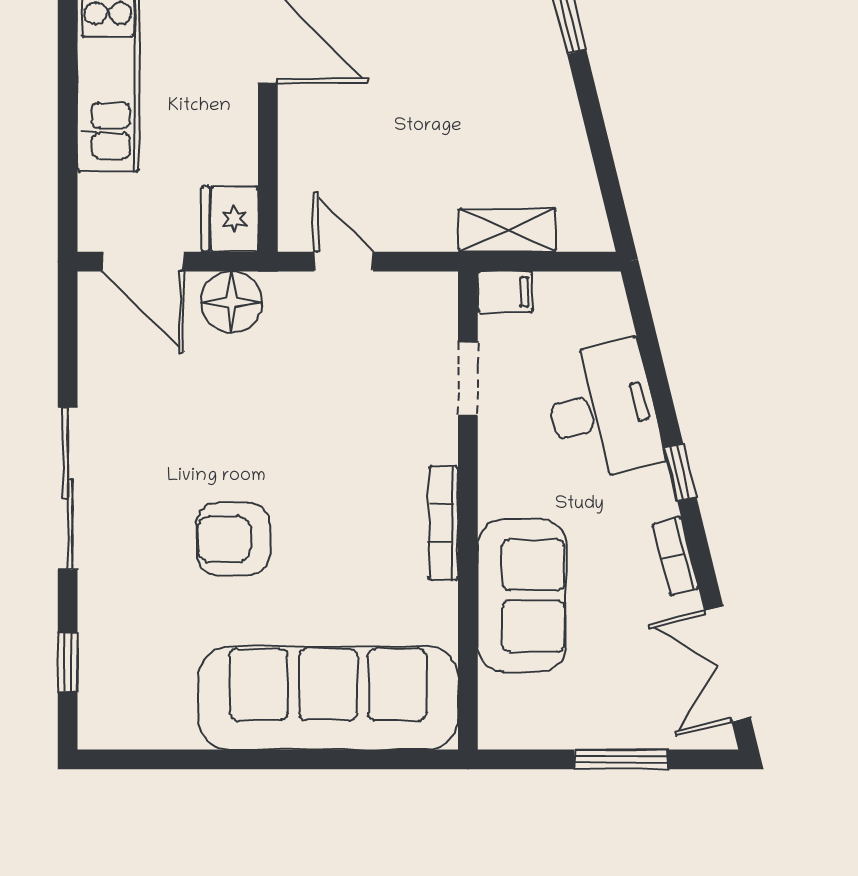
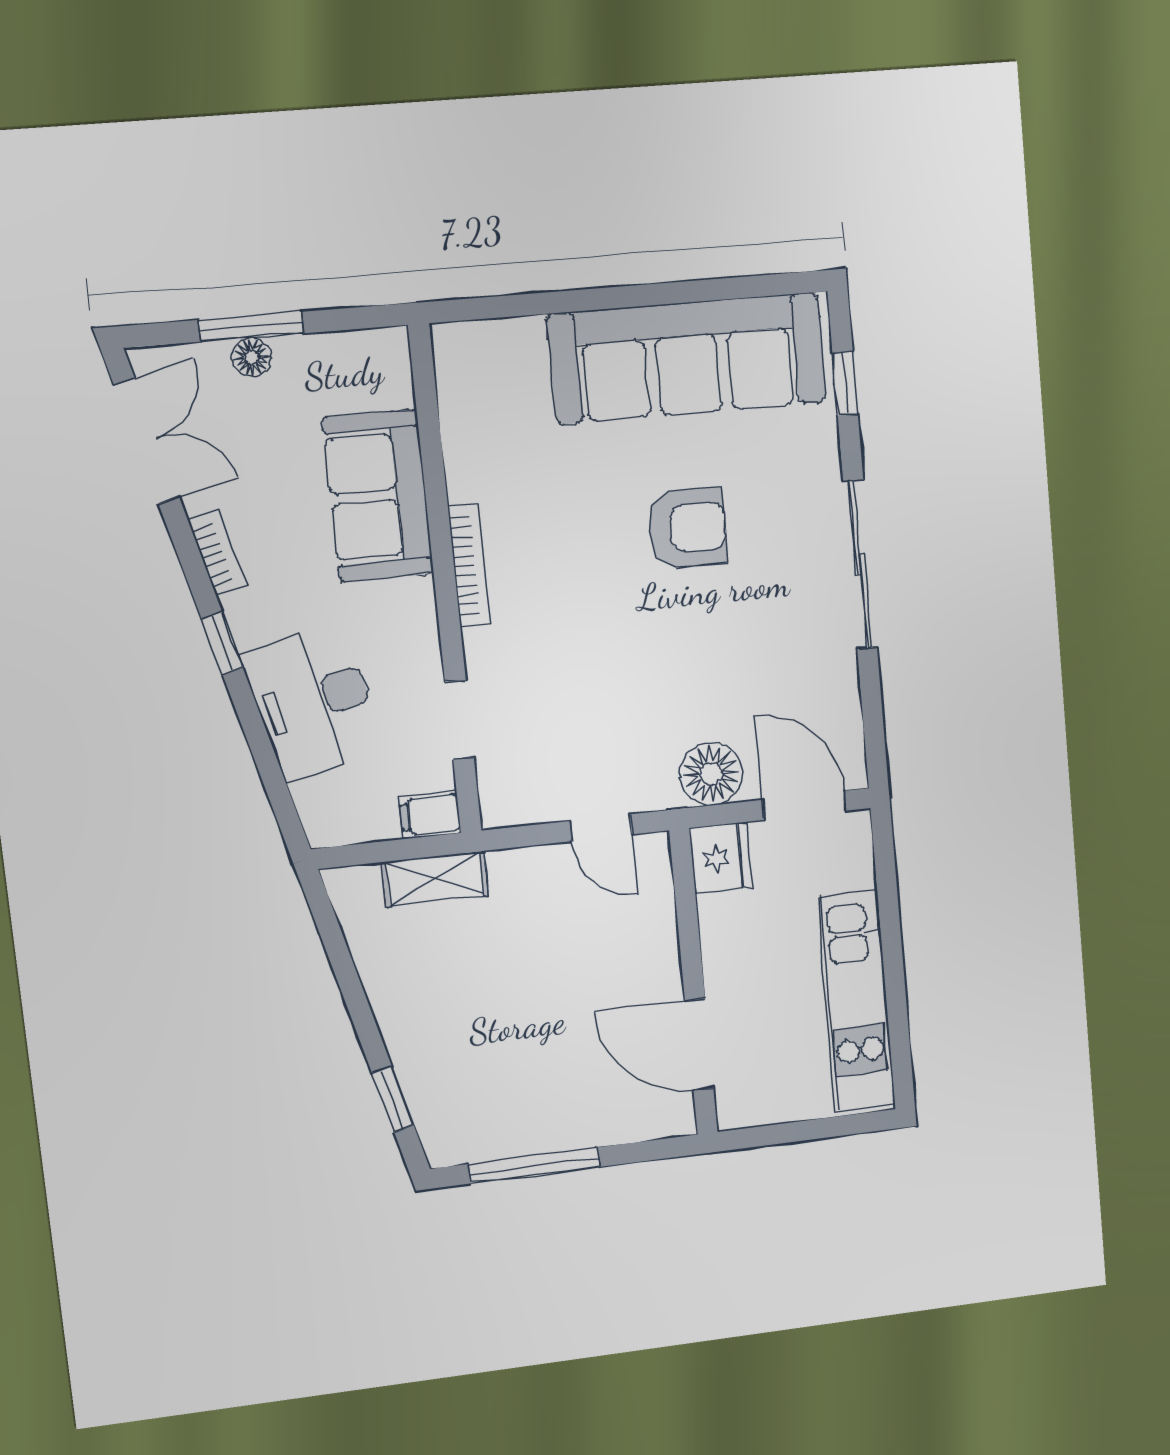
sofa: (328, 698) -> (687, 358), moved
floor lamp: (624, 732) -> (252, 357), added

